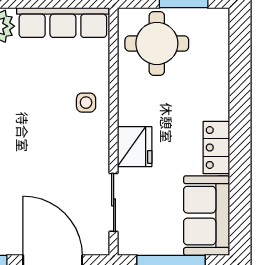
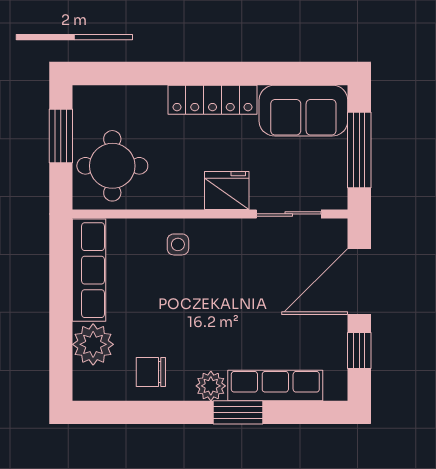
locker: (216, 147) -> (213, 100), width x1.53

